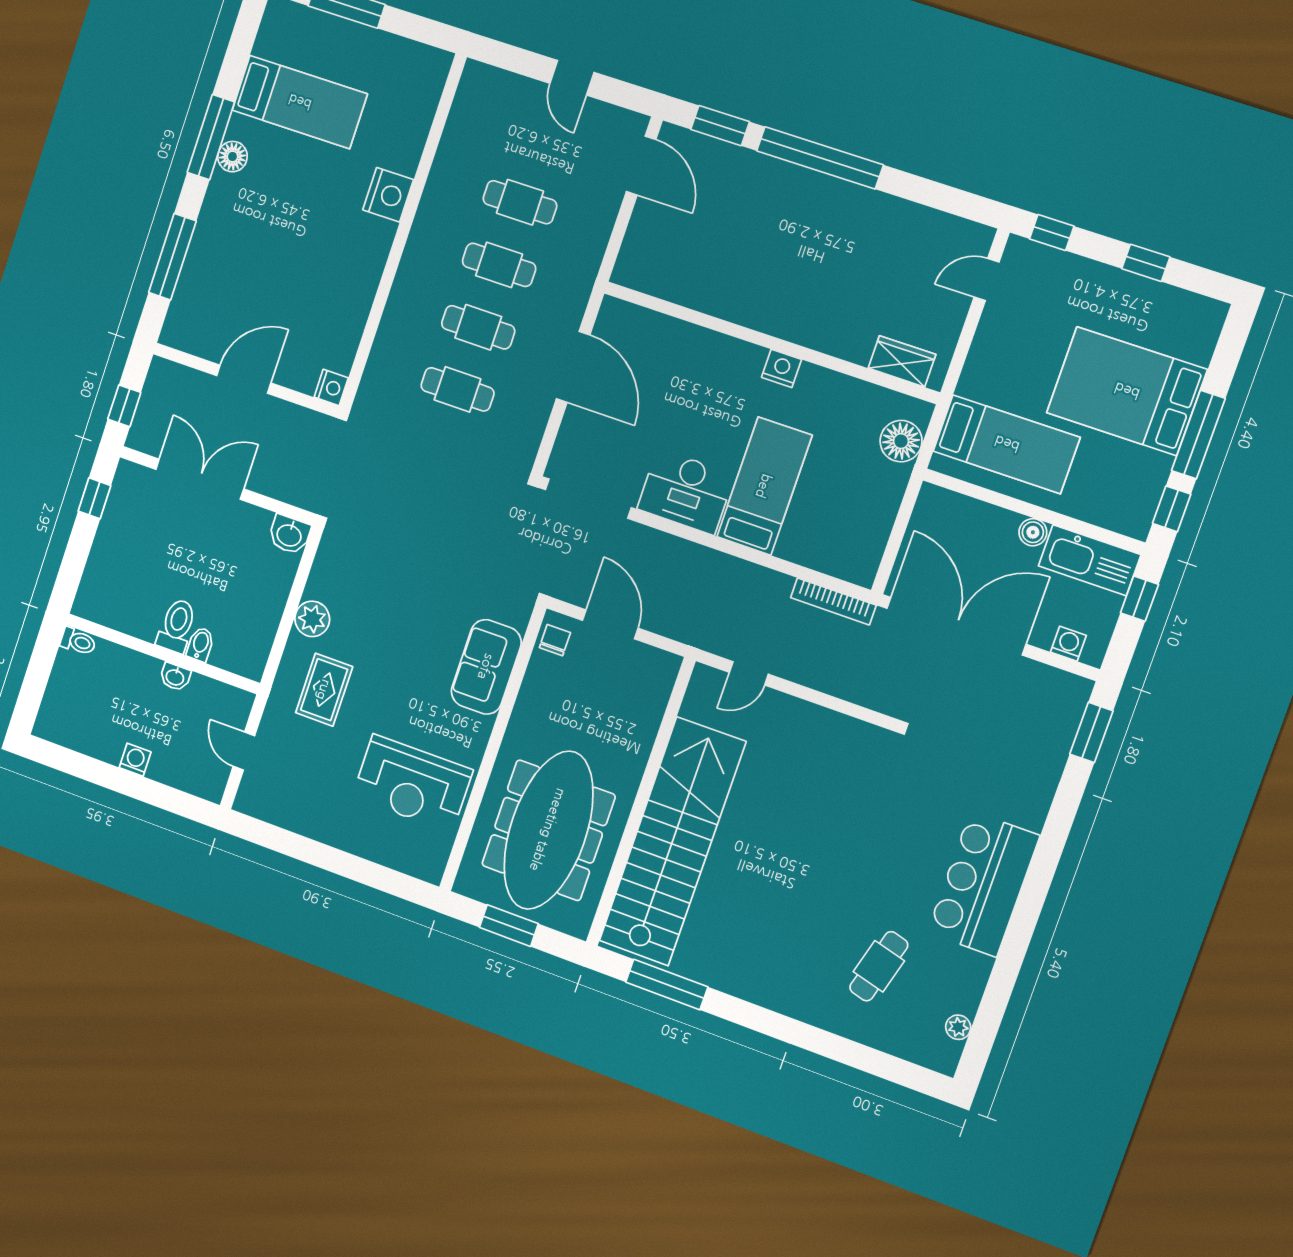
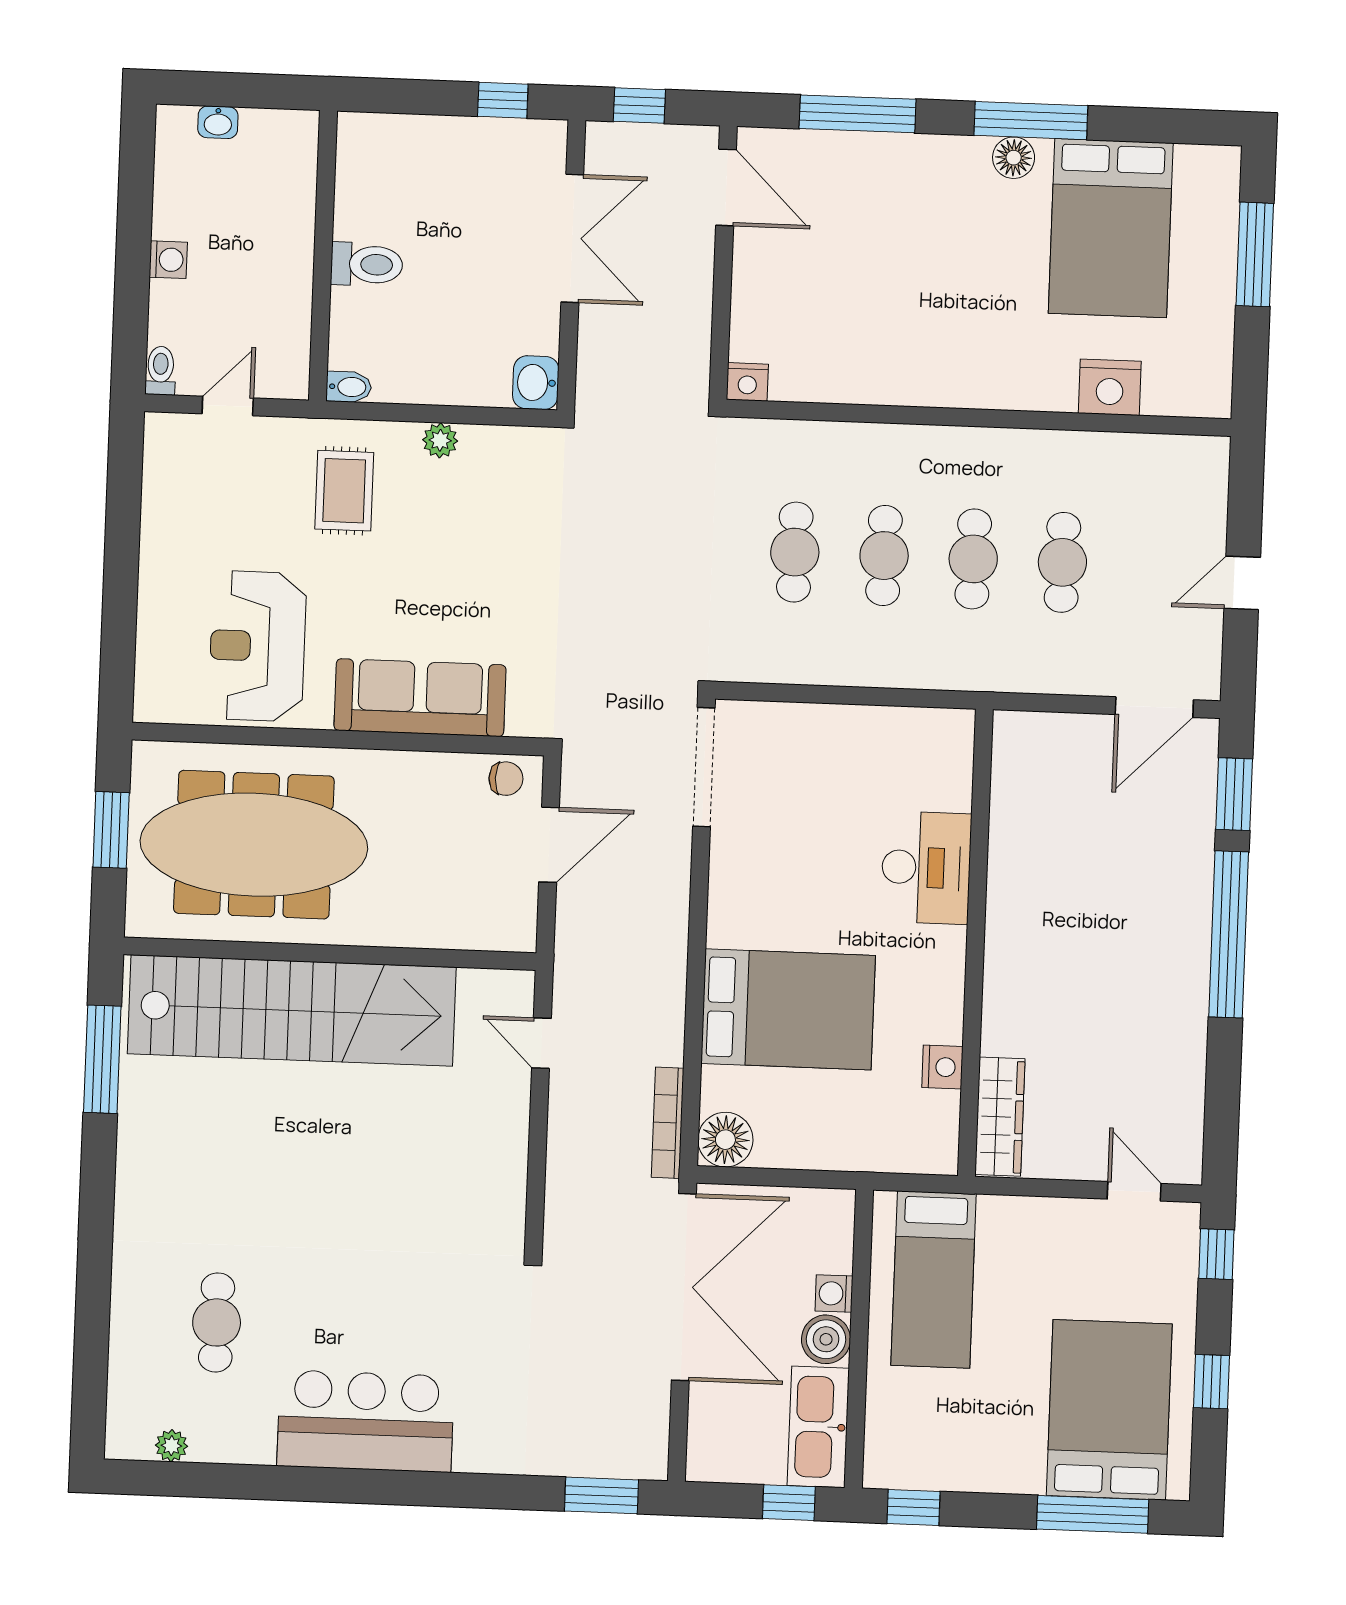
bed: (300, 102) -> (1111, 228), width x1.50
nightstand: (388, 195) -> (1110, 387), moved
wardrobe: (902, 361) -> (1000, 1117), width x1.50
door: (573, 367) -> (869, 696), removed
nightstand: (781, 368) -> (942, 1067), moved
door: (244, 379) -> (726, 187), moved
bed: (1127, 391) -> (1109, 1410), moved
window: (1198, 435) -> (1093, 1514), moved
floor lamp: (901, 441) -> (725, 1140), moved
bed: (764, 486) -> (788, 1009), width x1.50
desk: (686, 492) -> (926, 868), moved, turned 180
boiler: (1033, 532) -> (826, 1339), width x1.36, depth x1.36
plant: (312, 619) -> (440, 440), width x0.73, depth x0.73
toilet: (78, 641) -> (161, 371), moved, turned 180
bidet: (200, 644) -> (349, 387), moved
washing machine: (1068, 644) -> (834, 1293), moved, turned 180
sofa: (486, 667) -> (420, 698), width x1.36
washbasin: (175, 677) -> (218, 122), moved, turned -90
rug: (324, 690) -> (344, 491), turned 90
cafe table: (879, 966) -> (217, 1322), turned 75

